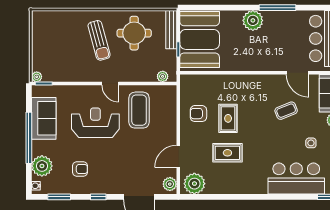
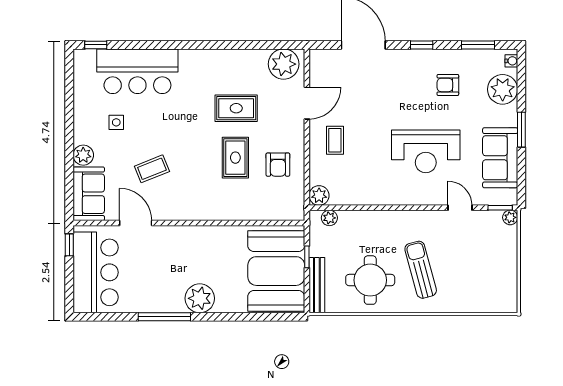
door: (110, 84) -> (460, 208), moved
coffee table: (139, 110) -> (335, 140), moved, width x0.54, depth x0.58
armchair: (198, 114) -> (278, 165), turned 90
window: (29, 138) -> (521, 130), width x0.47
plant: (170, 184) -> (319, 195), moved

